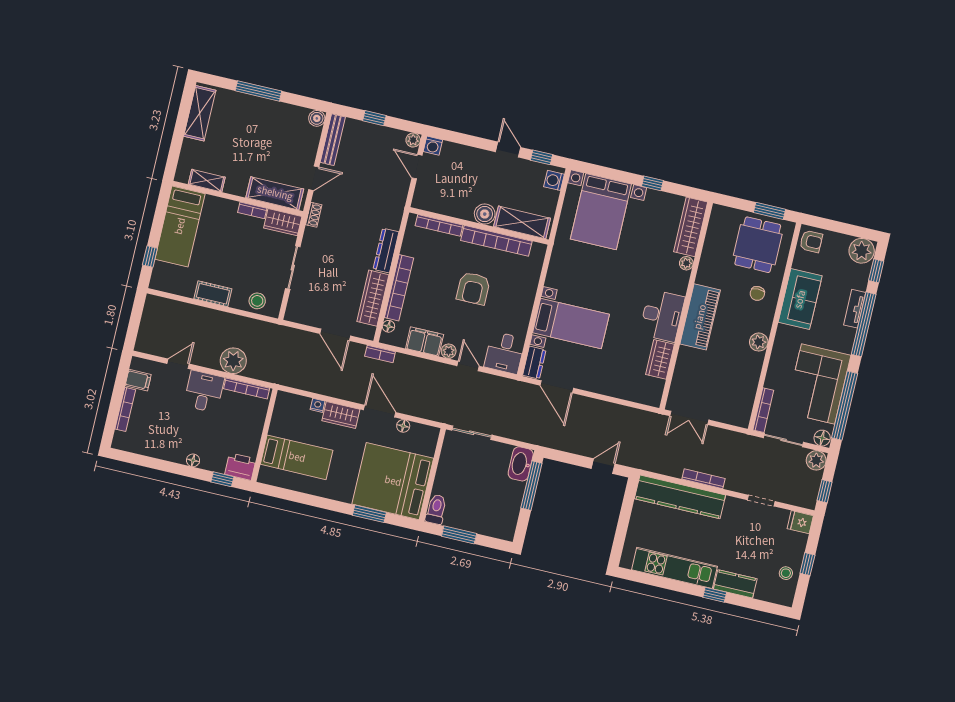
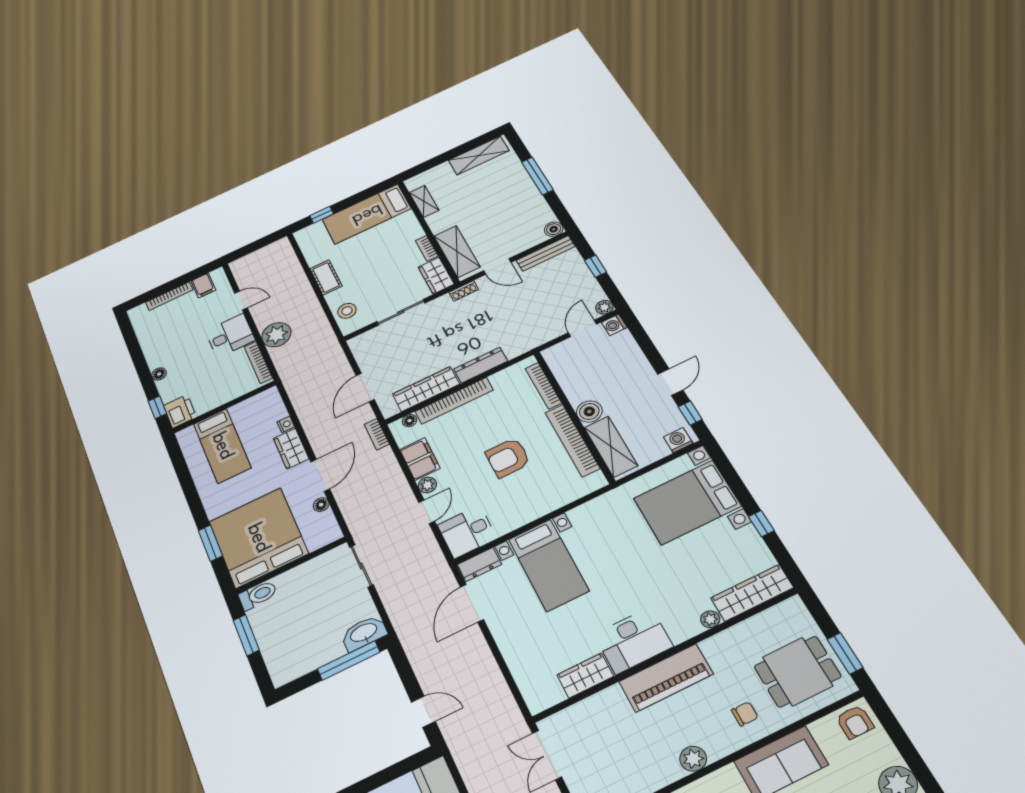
chair: (757, 293) -> (745, 714), turned 180

